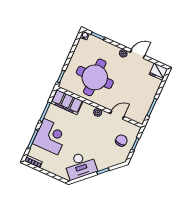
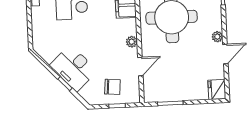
door: (138, 54) -> (225, 54), hinge flipped
door: (117, 115) -> (140, 66), hinge flipped
desk: (80, 165) -> (73, 68), moved

